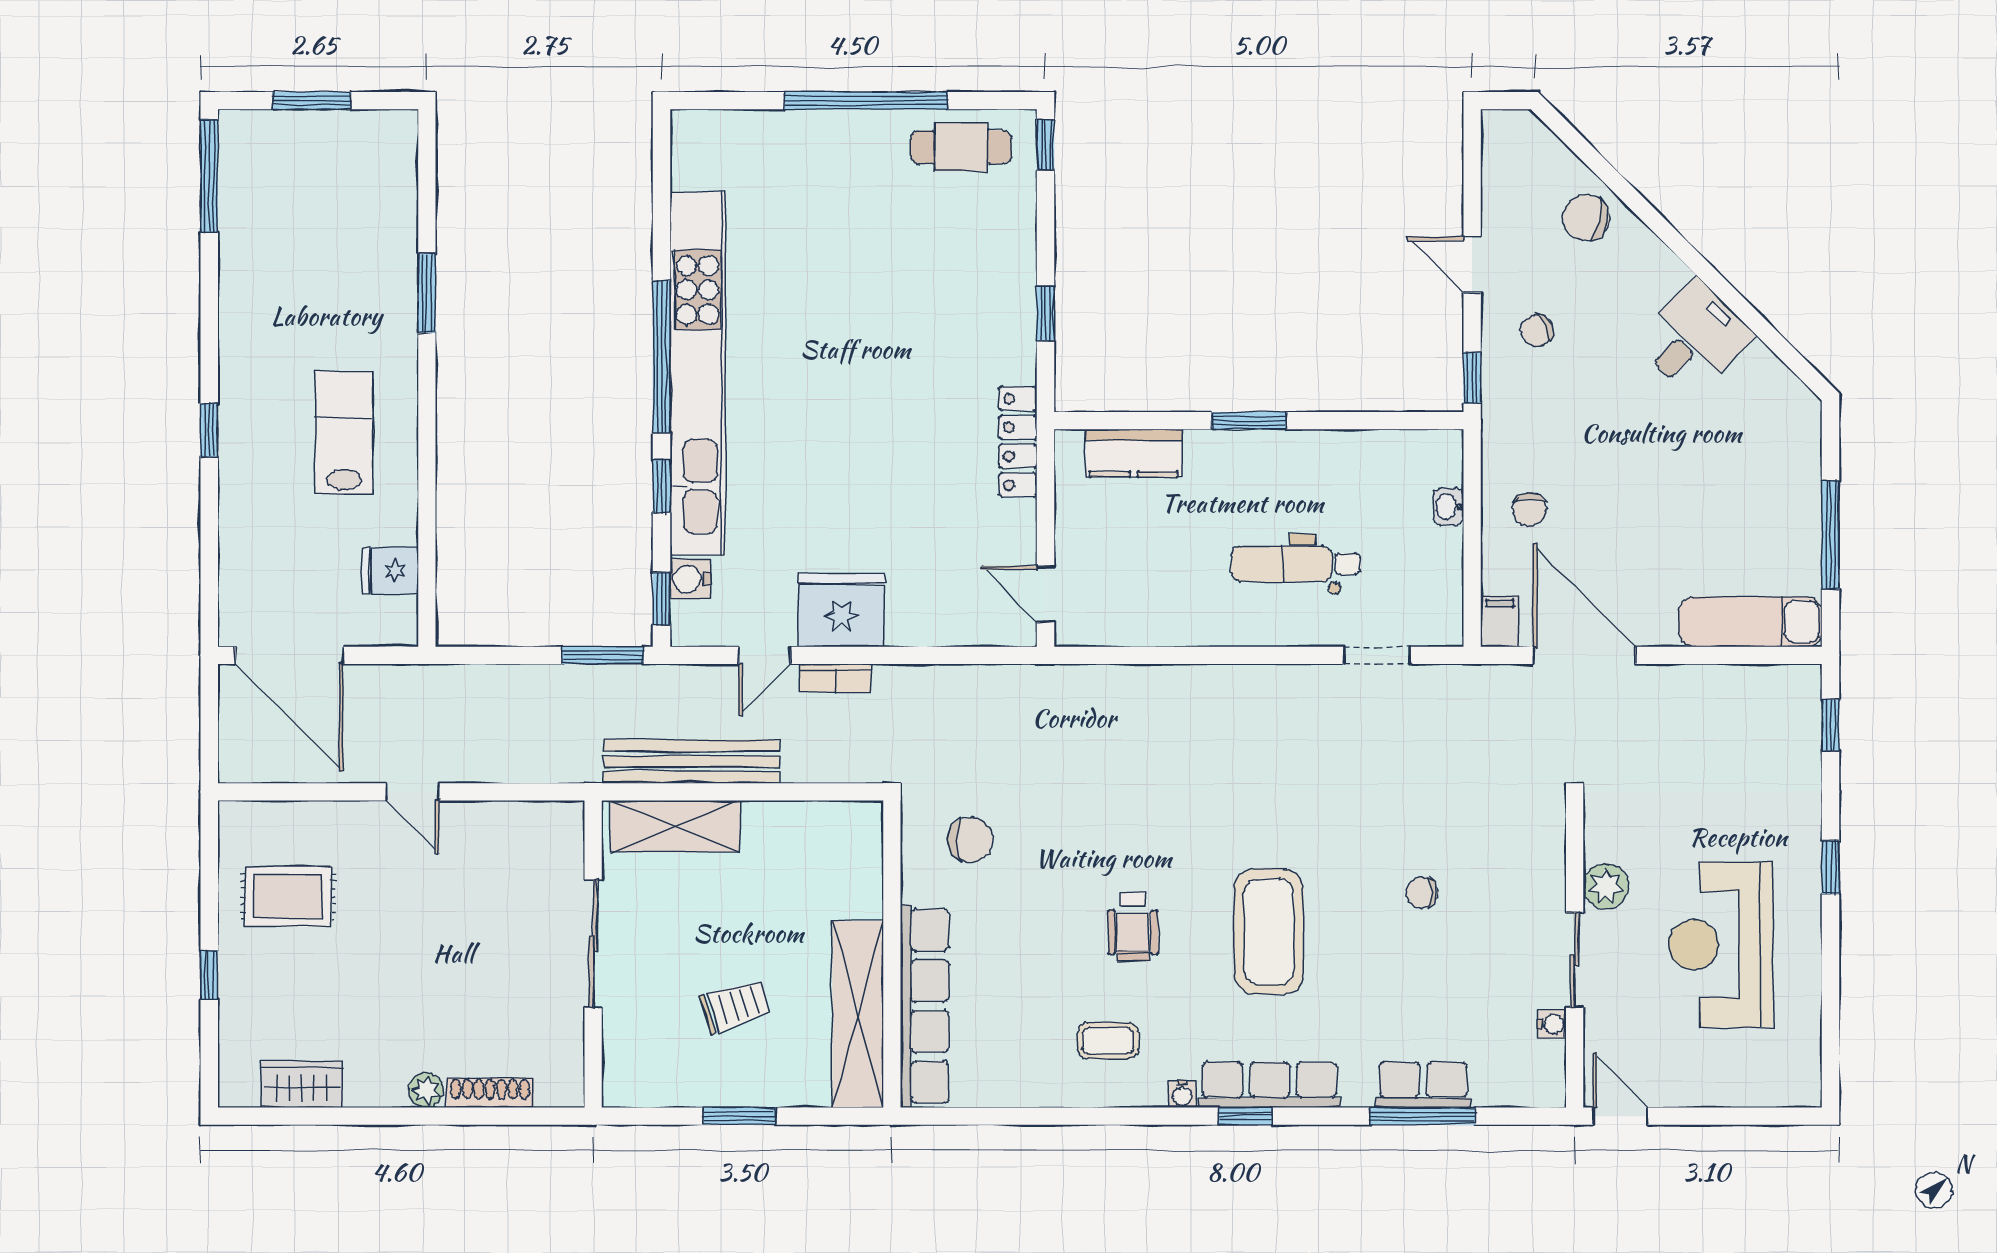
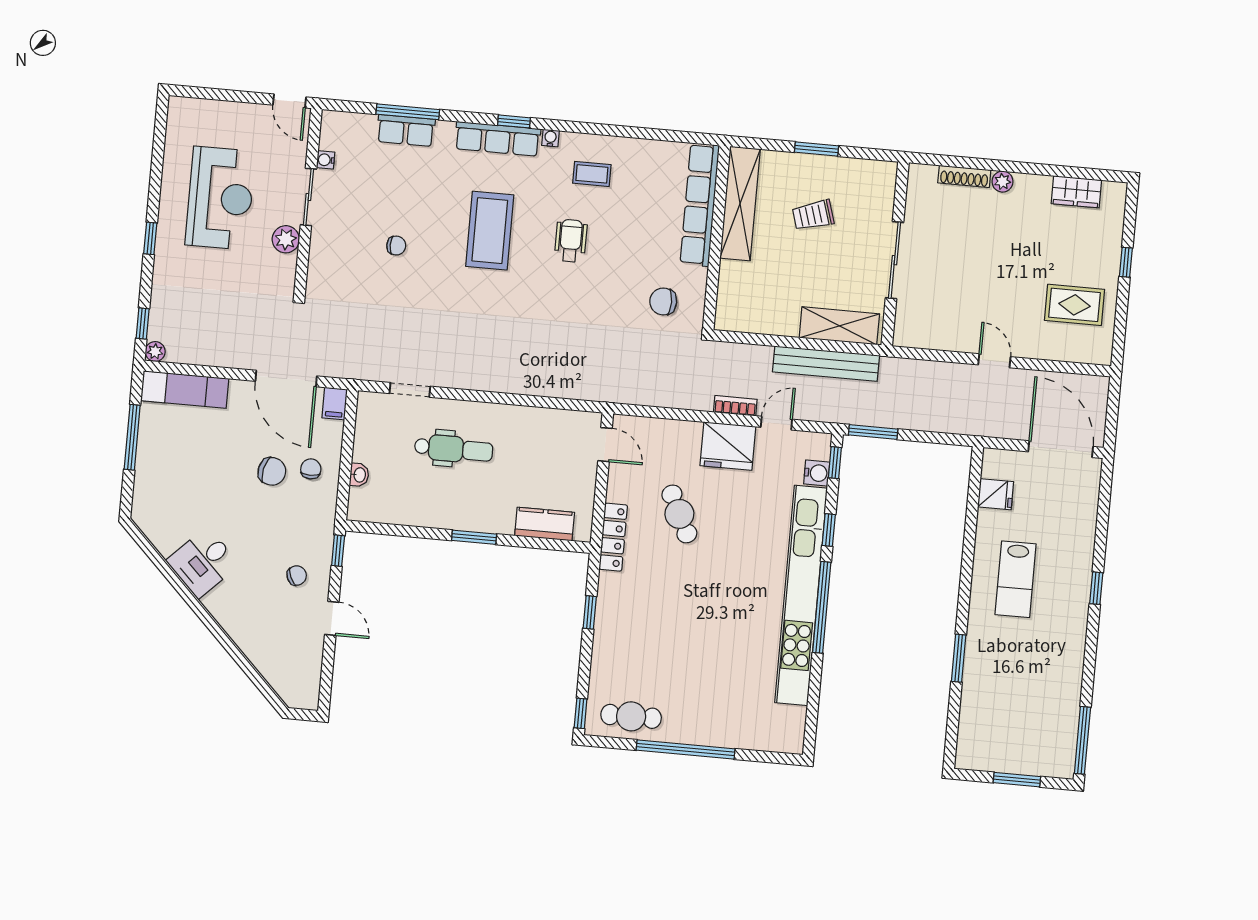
chair: (1586, 218) -> (272, 471), moved
cafe table: (912, 490) -> (679, 514), added
plant: (1805, 680) -> (155, 352), added

